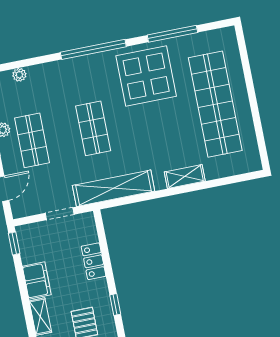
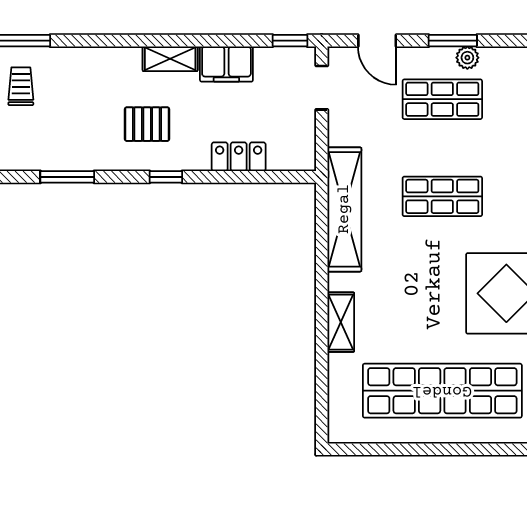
doorway: (60, 214) -> (322, 88), moved

